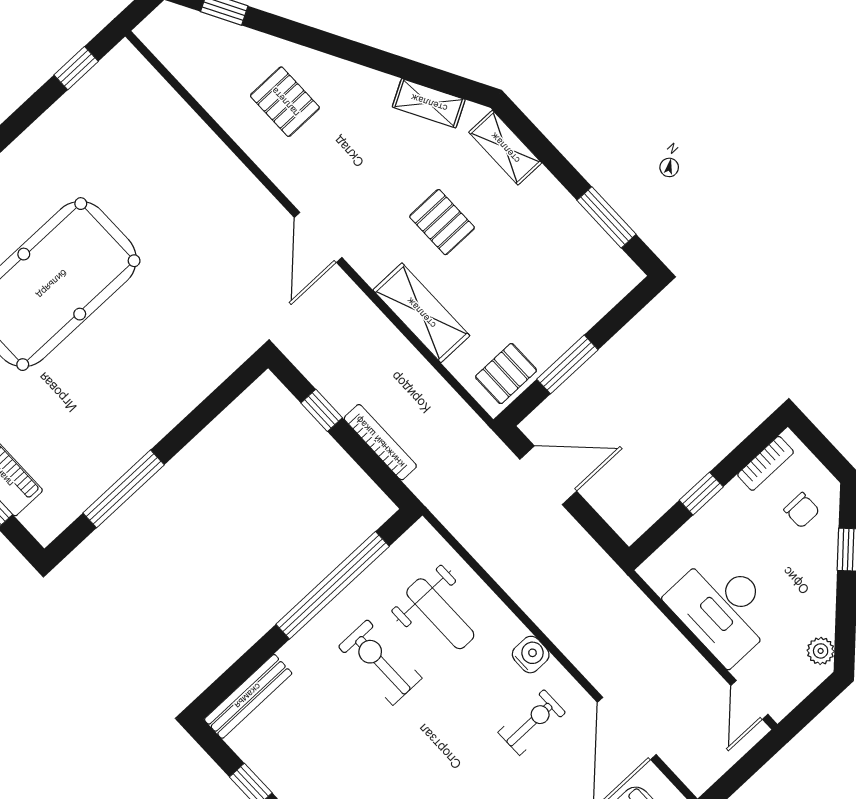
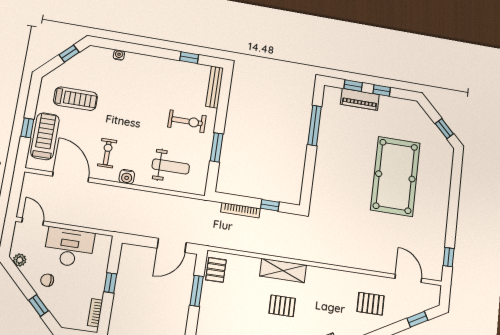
door: (318, 237) -> (408, 278), moved
shelving: (421, 313) -> (283, 270), moved
chair: (802, 510) -> (47, 280), moved
window: (333, 585) -> (217, 147), width x0.47
weight bench: (440, 614) -> (171, 166), turned 180
exercise bike: (380, 662) -> (187, 121), moved
exercise bike: (532, 722) -> (107, 153), turned 180

